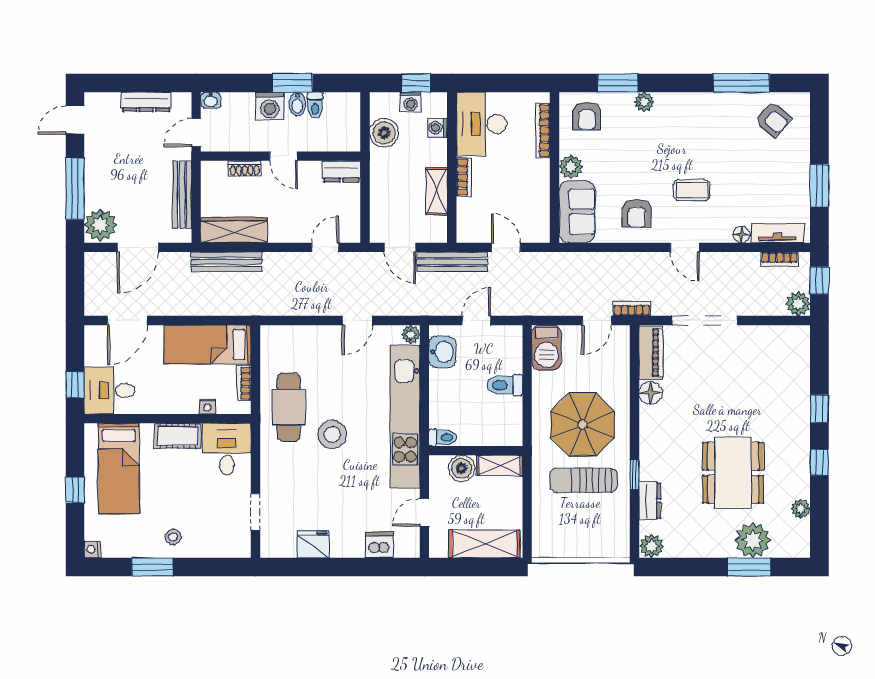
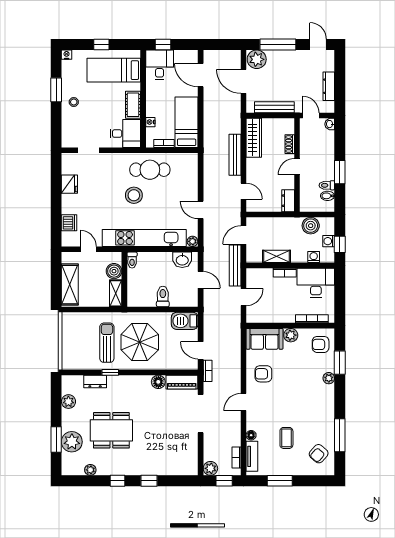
bidet: (297, 104) -> (328, 196), moved
washing machine: (270, 106) -> (326, 159), removed
coffee table: (692, 190) -> (286, 438), moved
bench: (226, 262) -> (235, 155), moved
plant: (652, 546) -> (68, 402), moved

